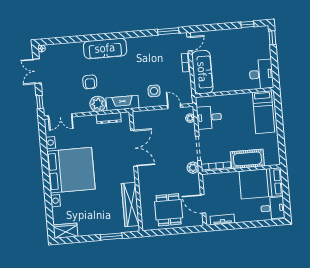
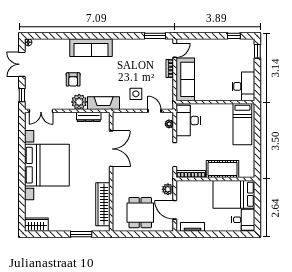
desk: (209, 117) -> (188, 120), width x1.37
plant: (193, 168) -> (168, 189), moved

